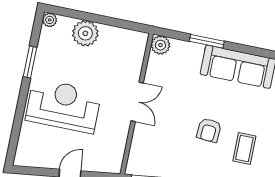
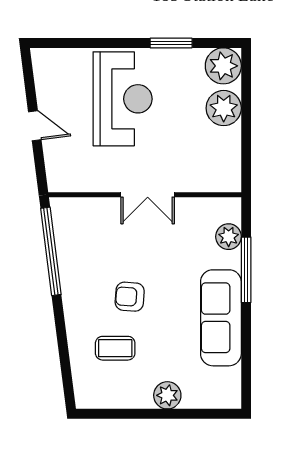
plant: (50, 20) -> (223, 66), width x1.88, depth x1.88
window: (207, 41) -> (246, 270), width x1.44
plant: (160, 45) -> (229, 237), moved

